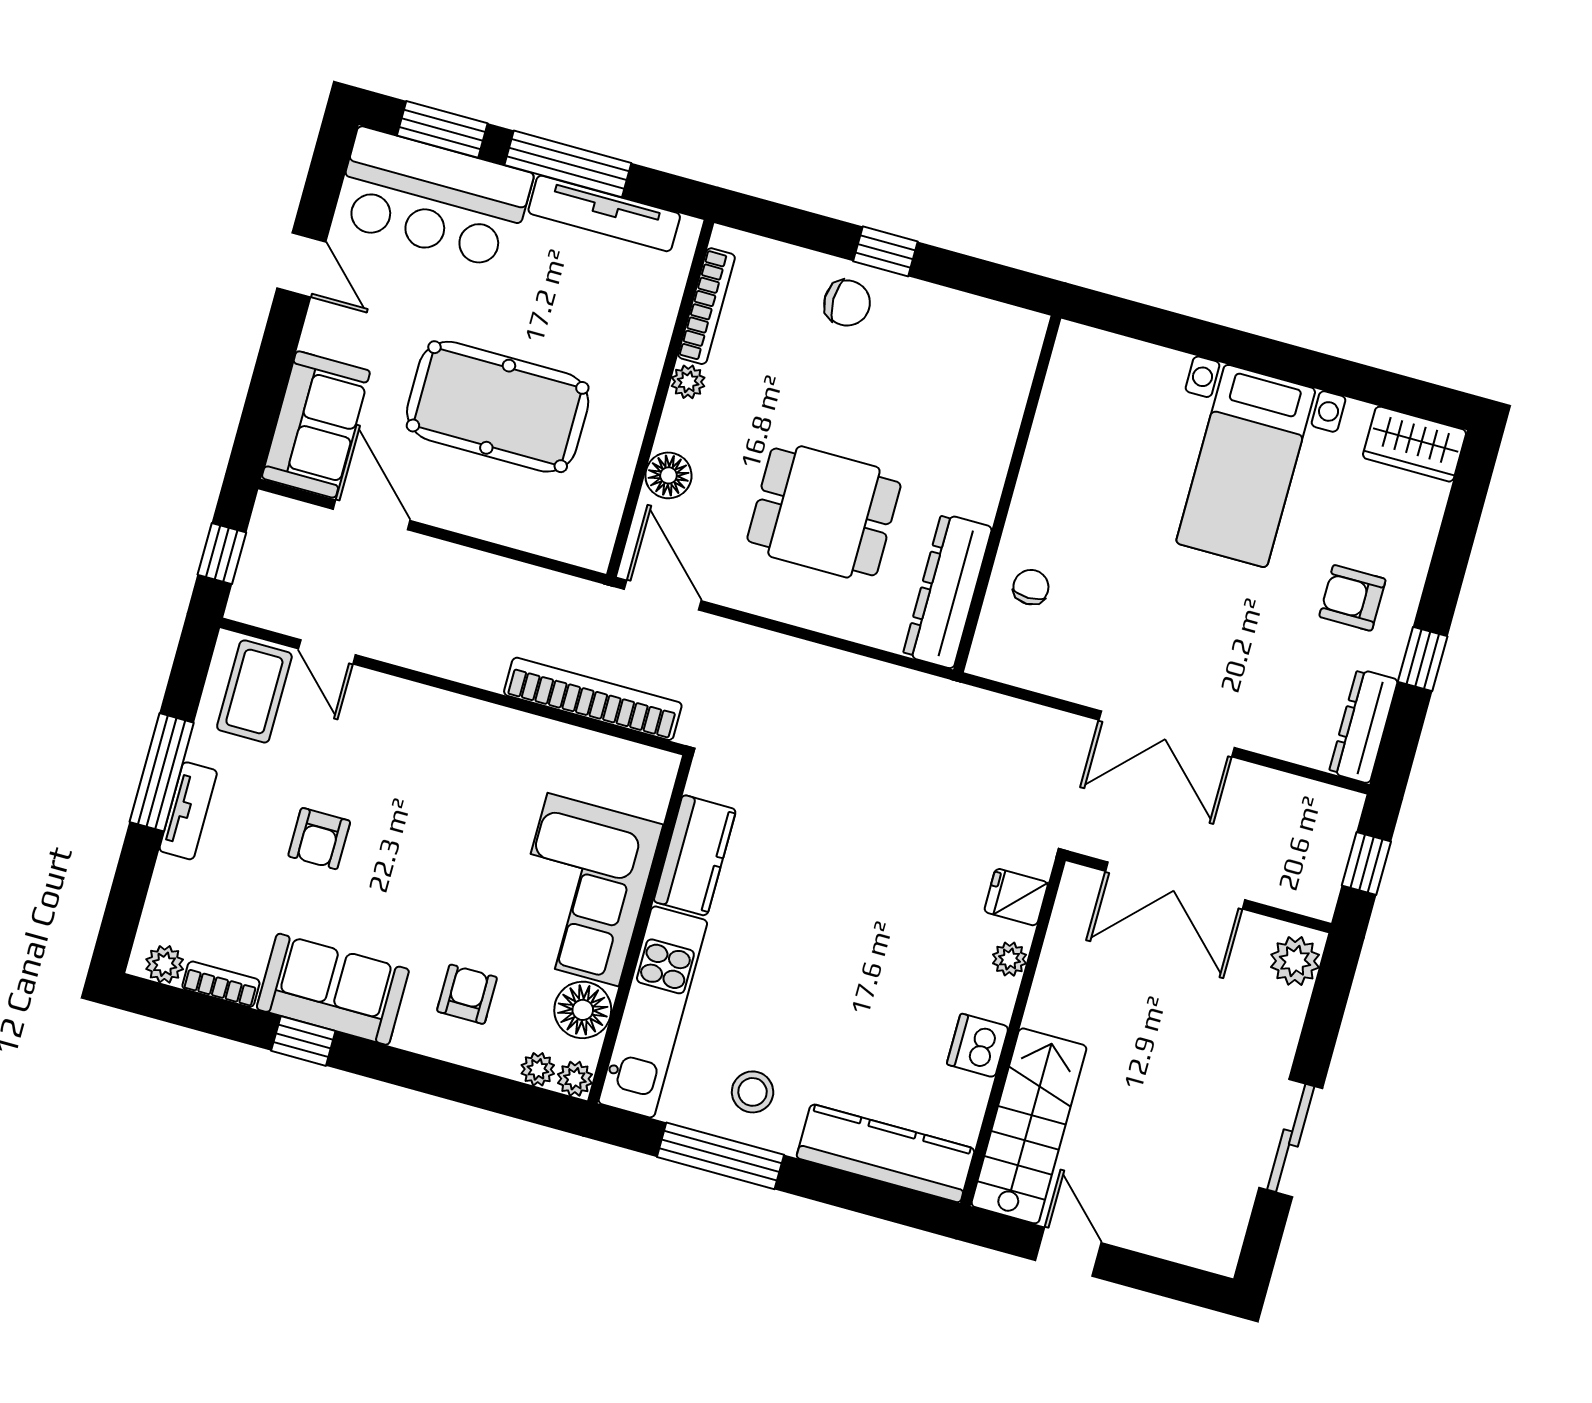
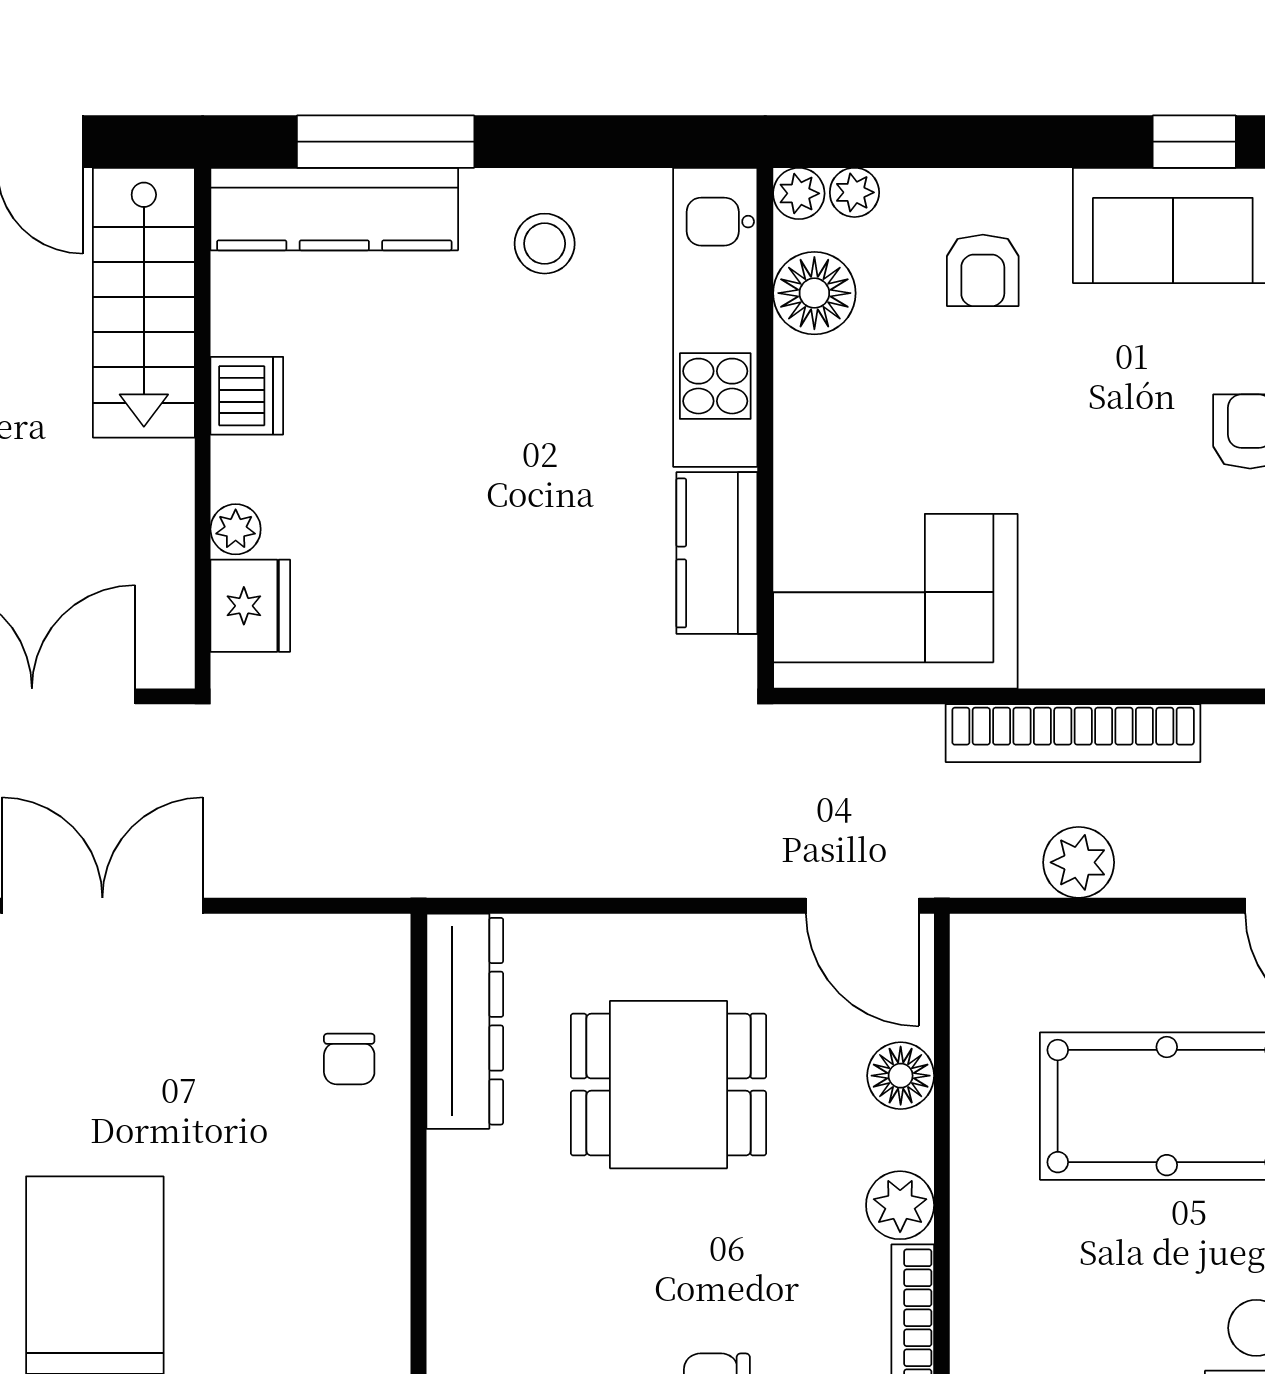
plant: (688, 382) -> (900, 1205), width x1.38, depth x1.38
plant: (511, 584) -> (1079, 862), added
bookcase: (593, 699) -> (1073, 733), moved
corner sofa: (583, 890) -> (895, 601), moved, turned -90
fridge: (1016, 897) -> (250, 606), width x1.38
window: (720, 1156) -> (386, 142), moved

